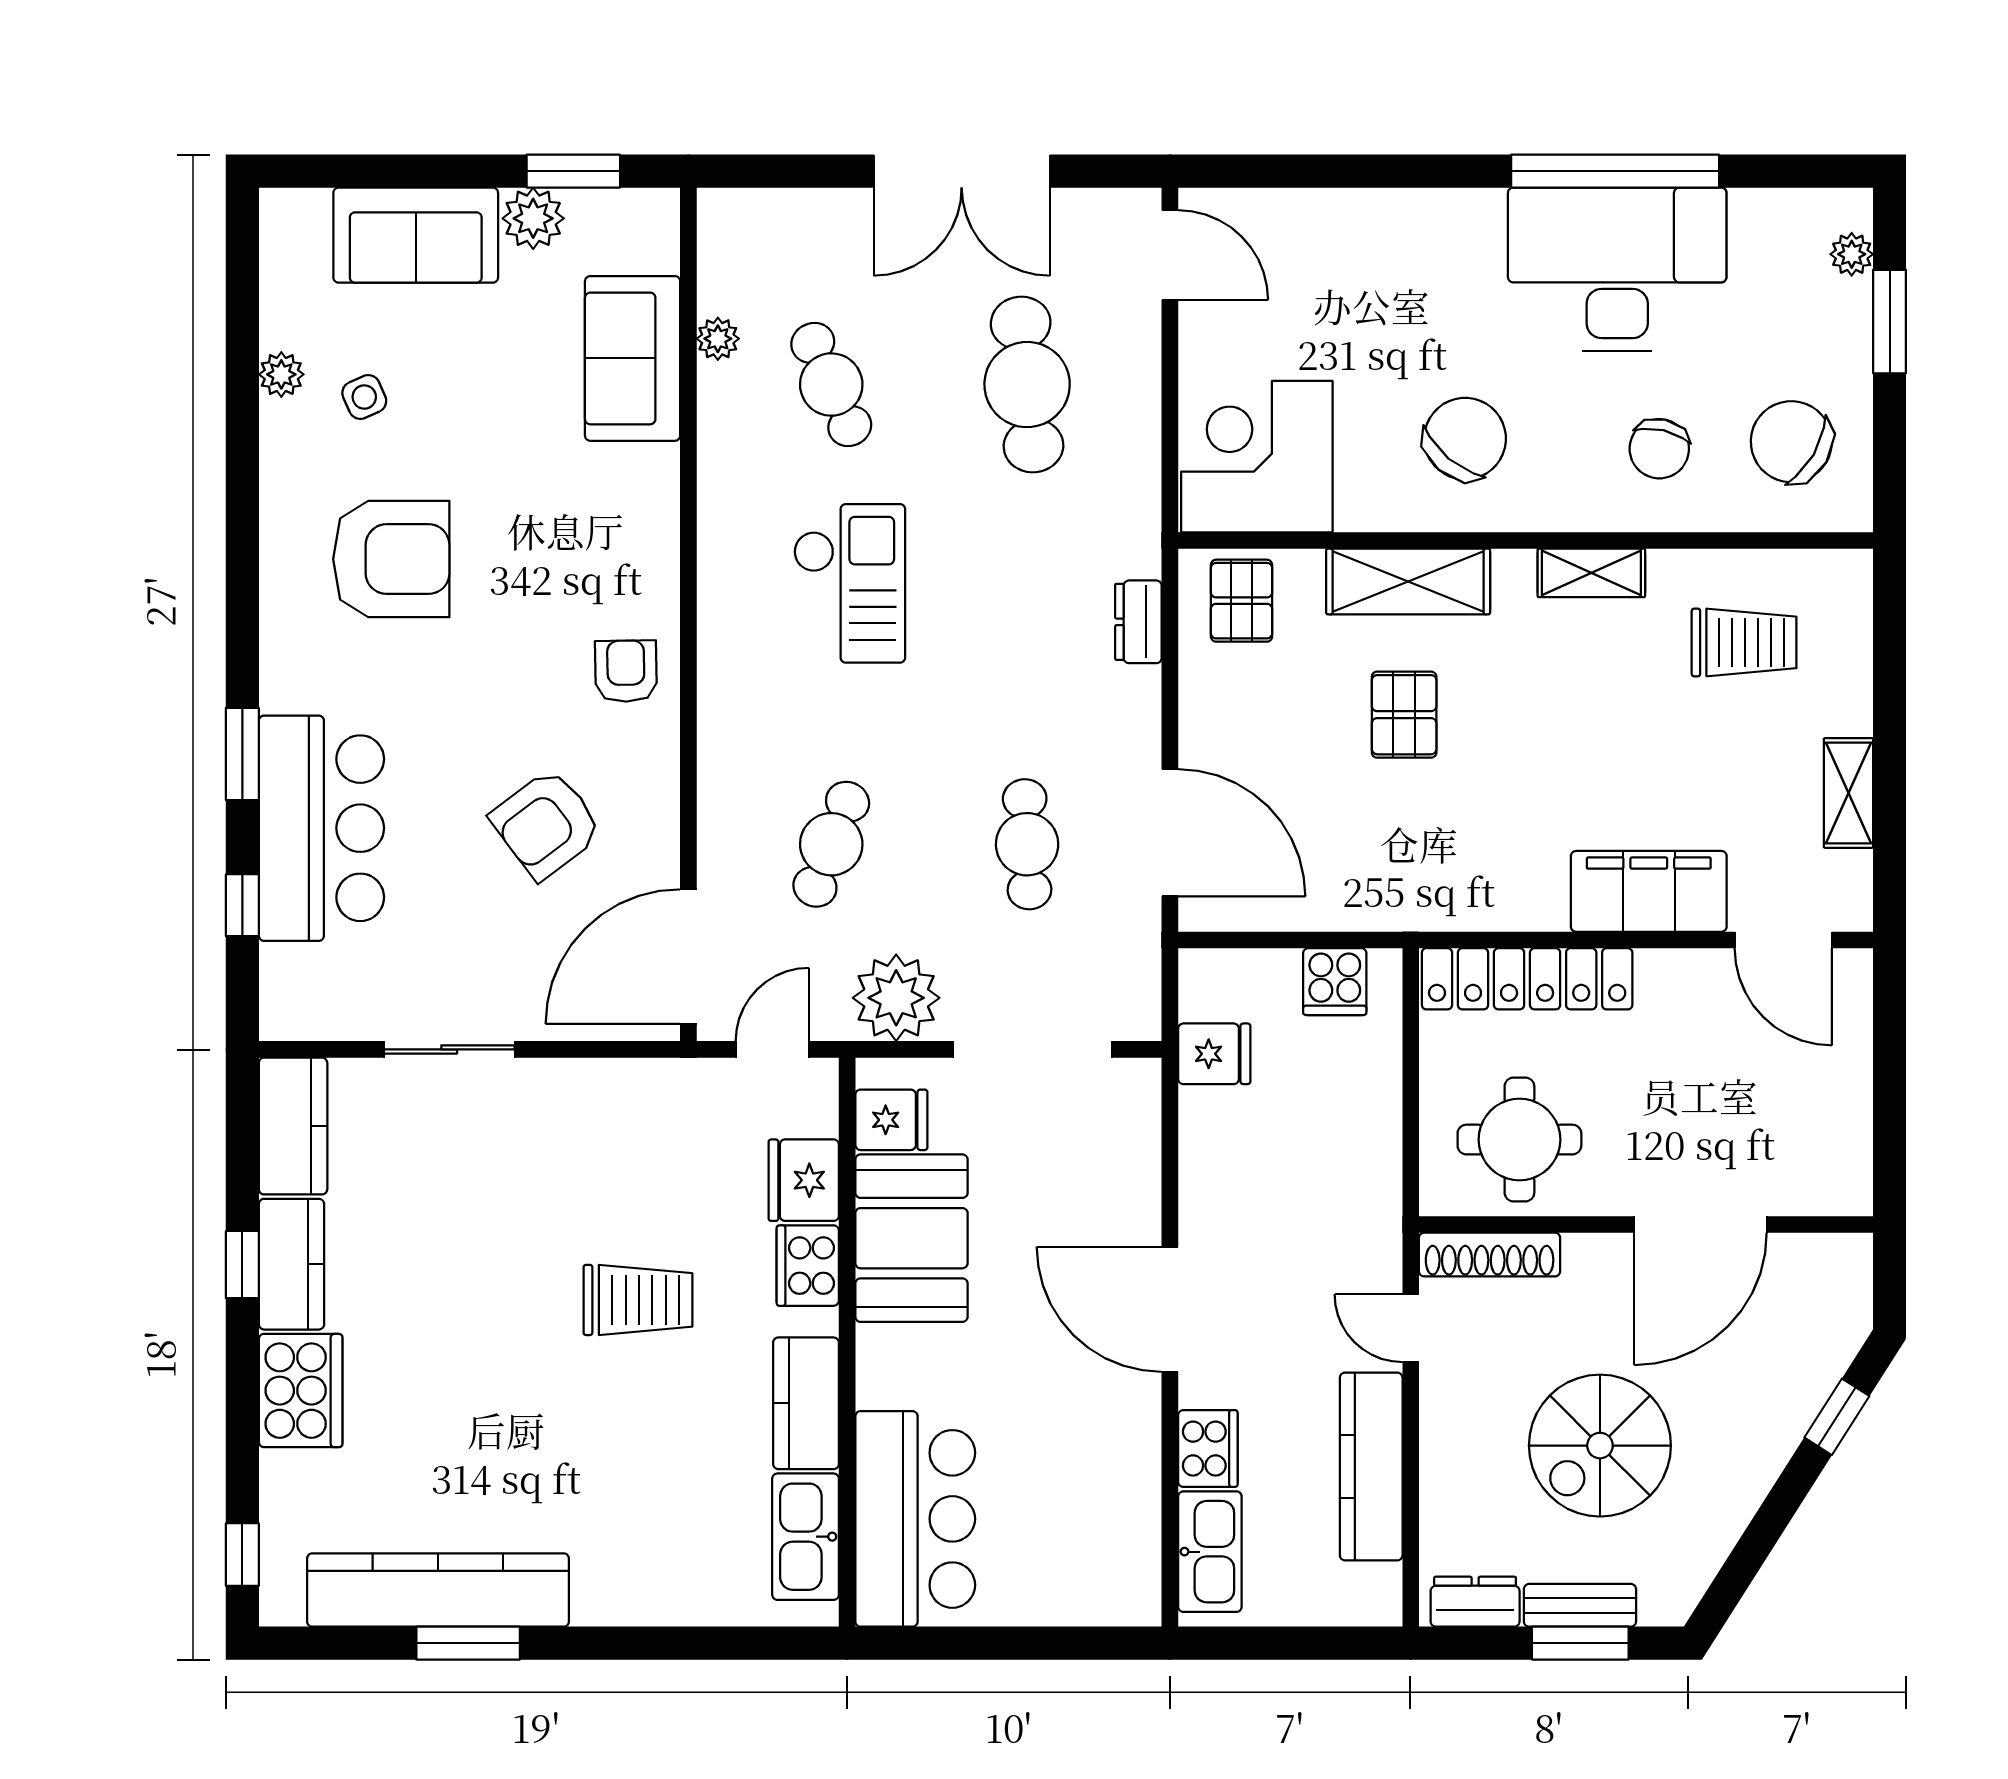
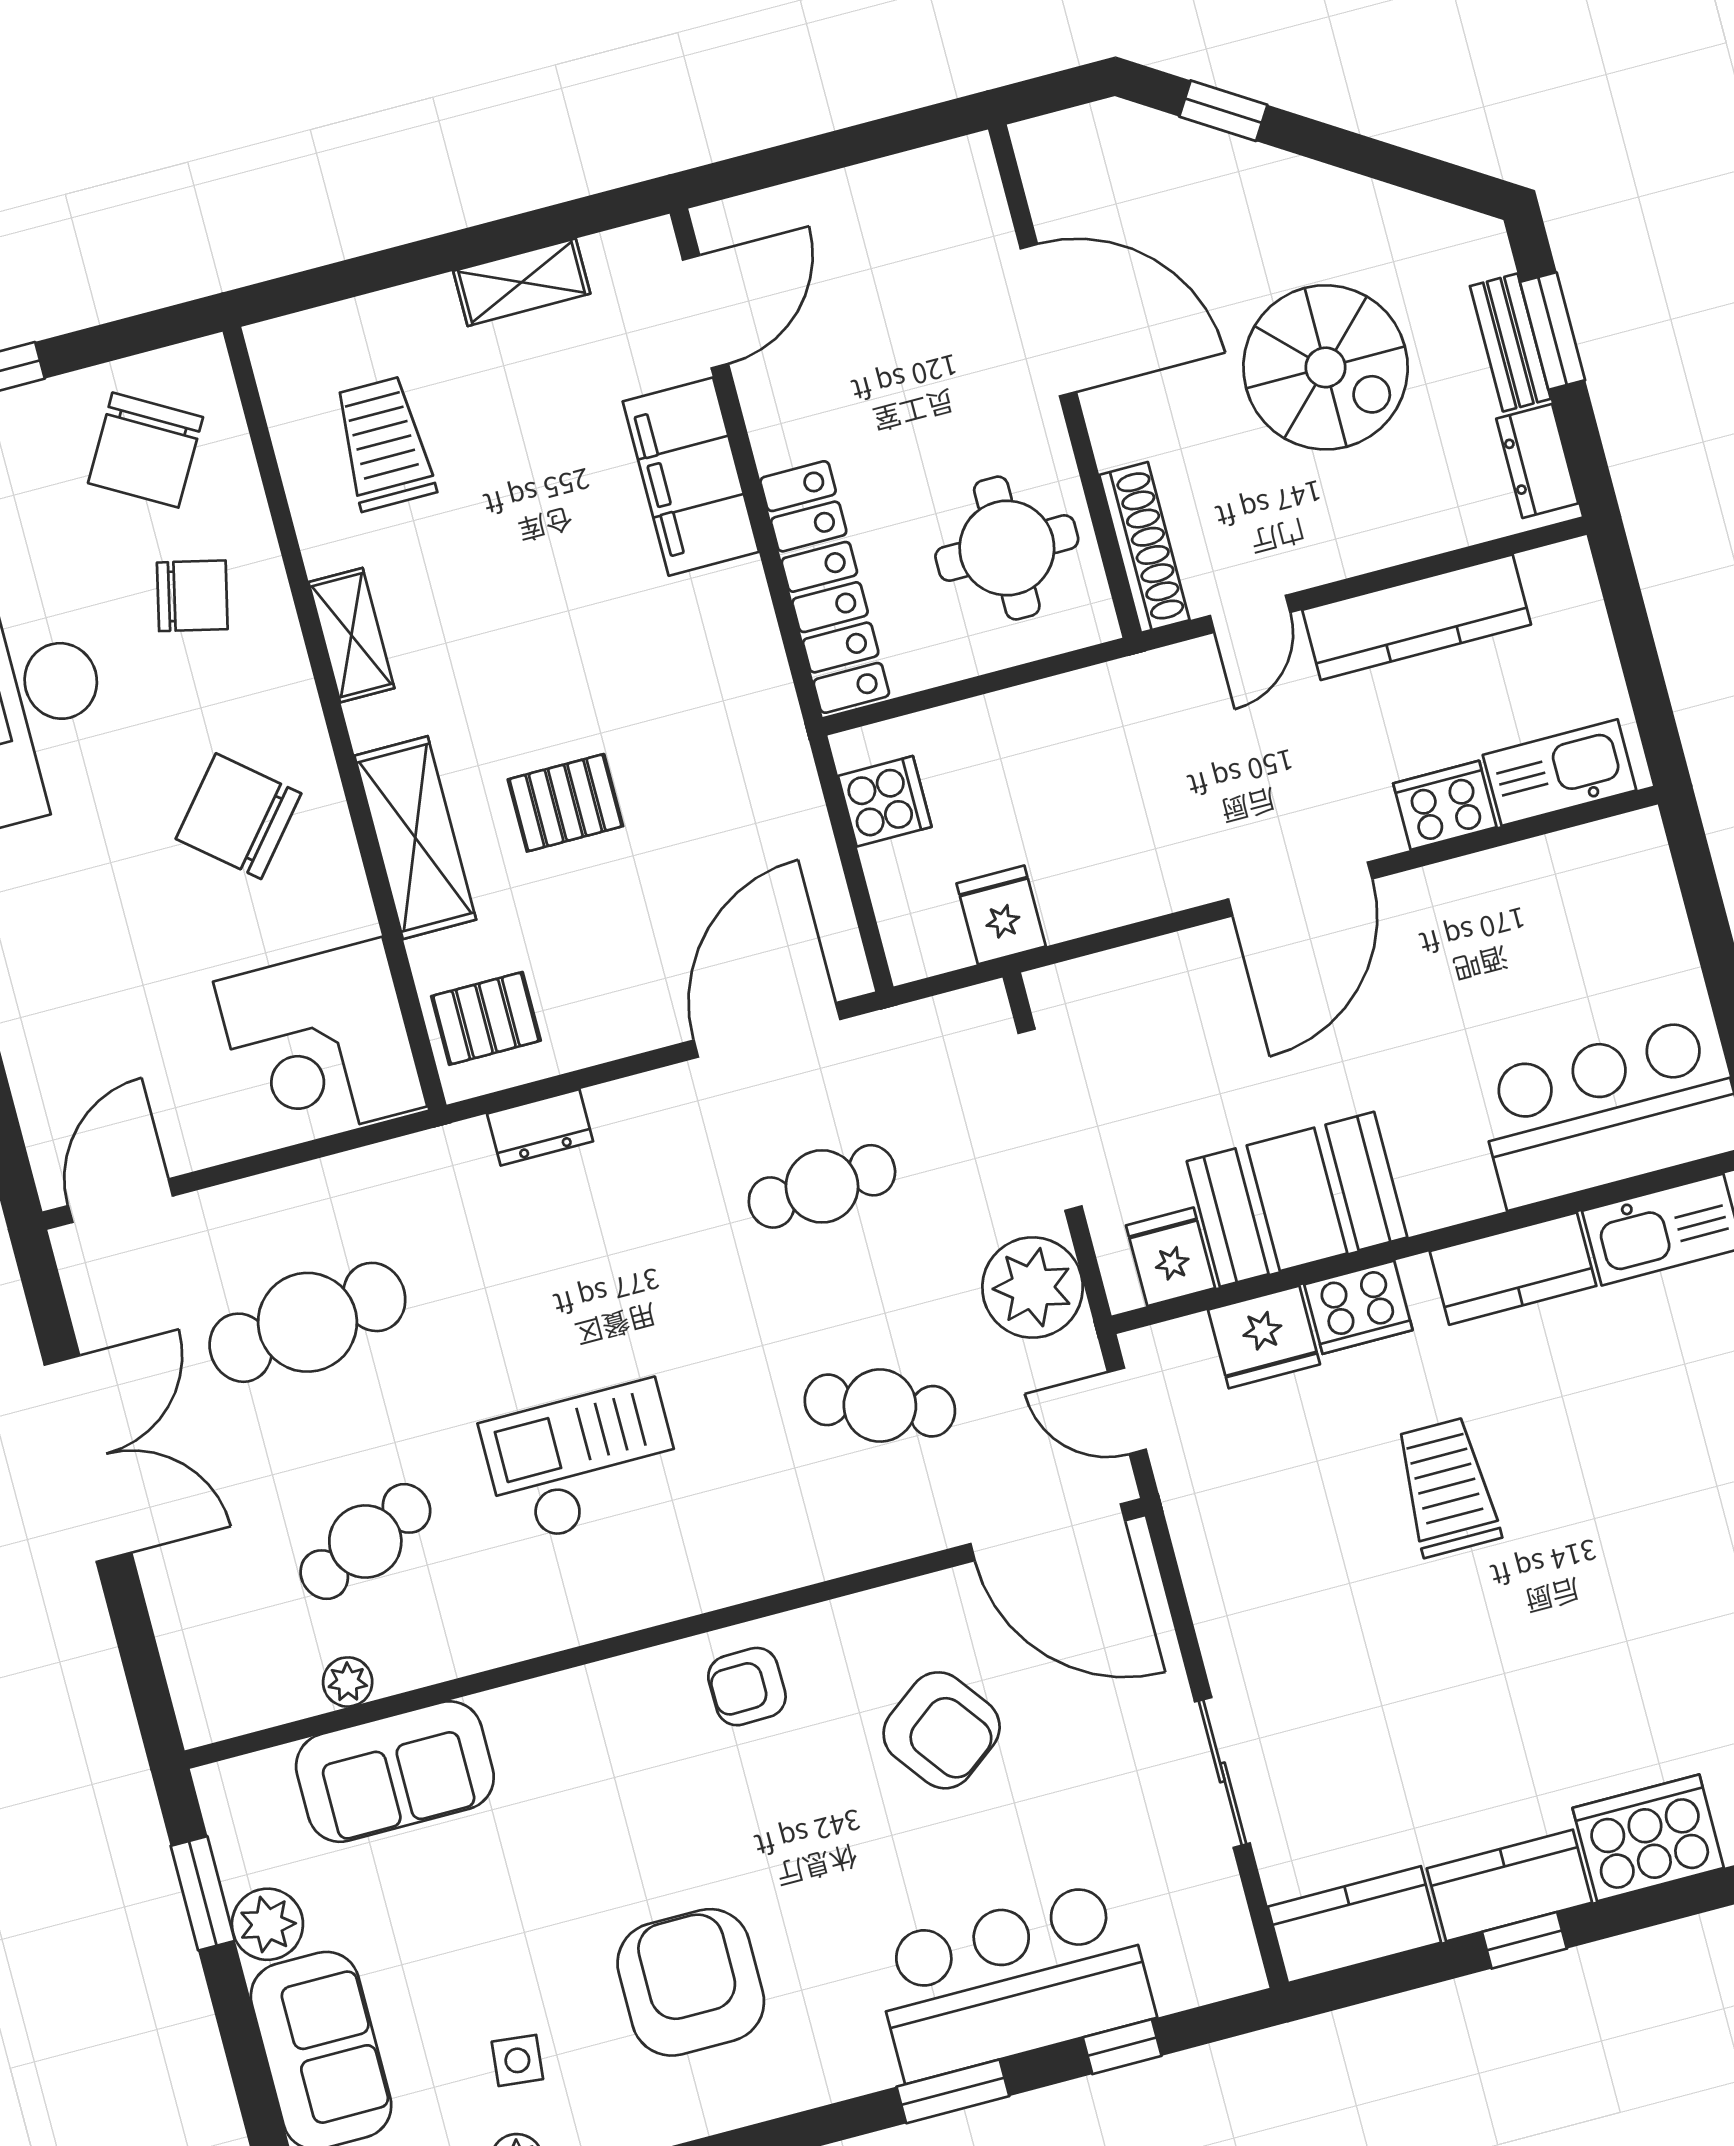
side table: (364, 397) -> (517, 2060), turned 30

